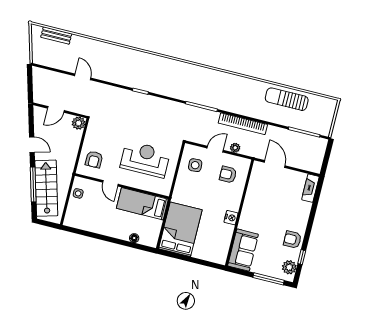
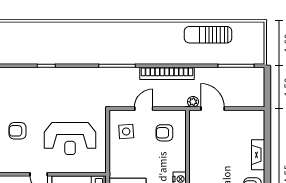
plant: (235, 148) -> (193, 102), moved
armchair: (94, 159) -> (18, 131), moved, turned 90
reception desk: (145, 159) -> (70, 139), turned 180
fireplace: (310, 188) -> (258, 155), moved

